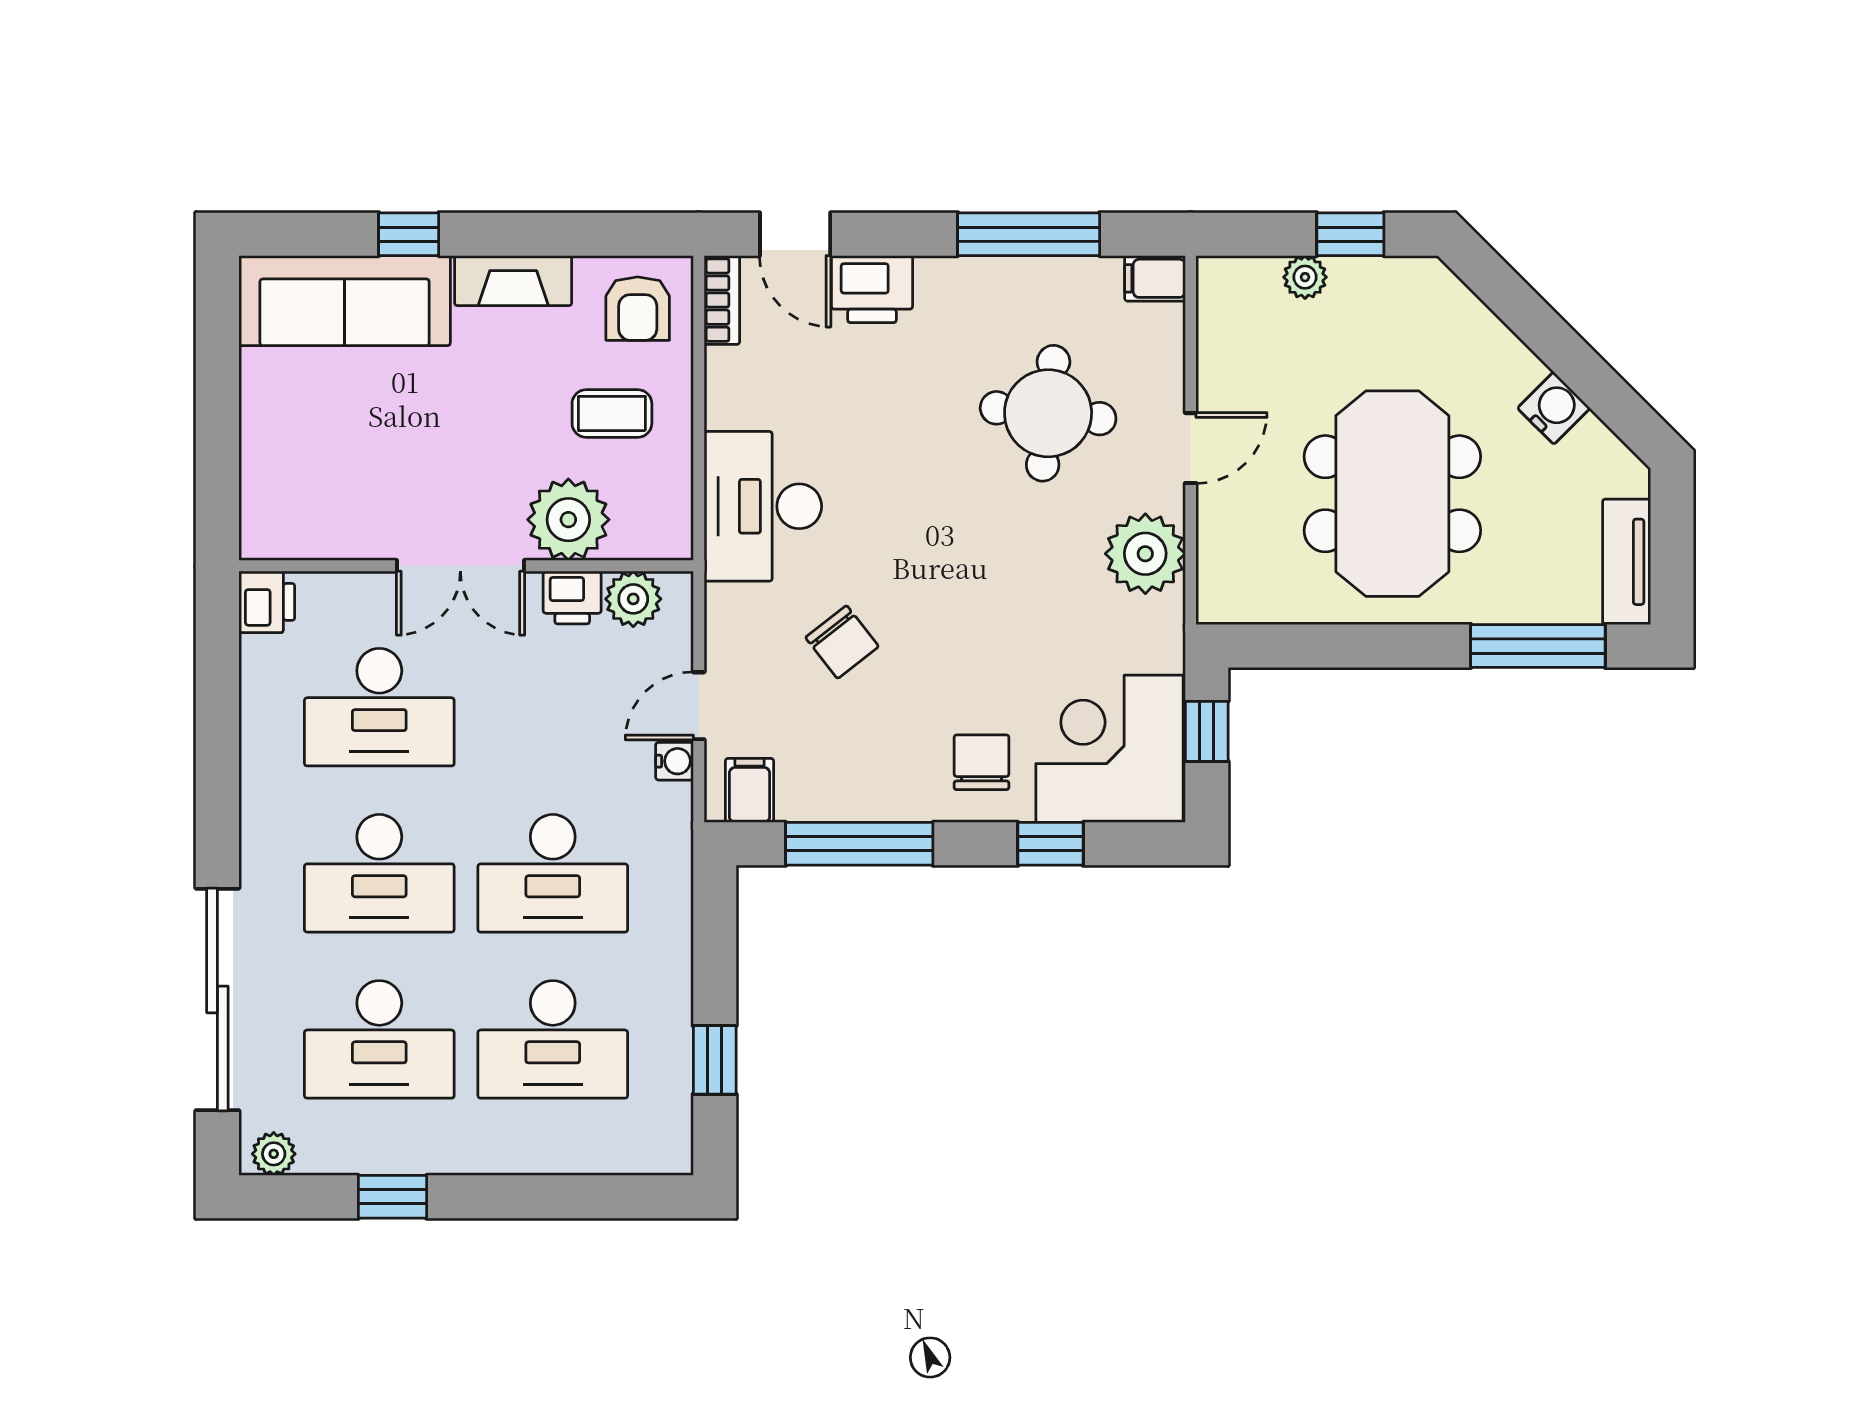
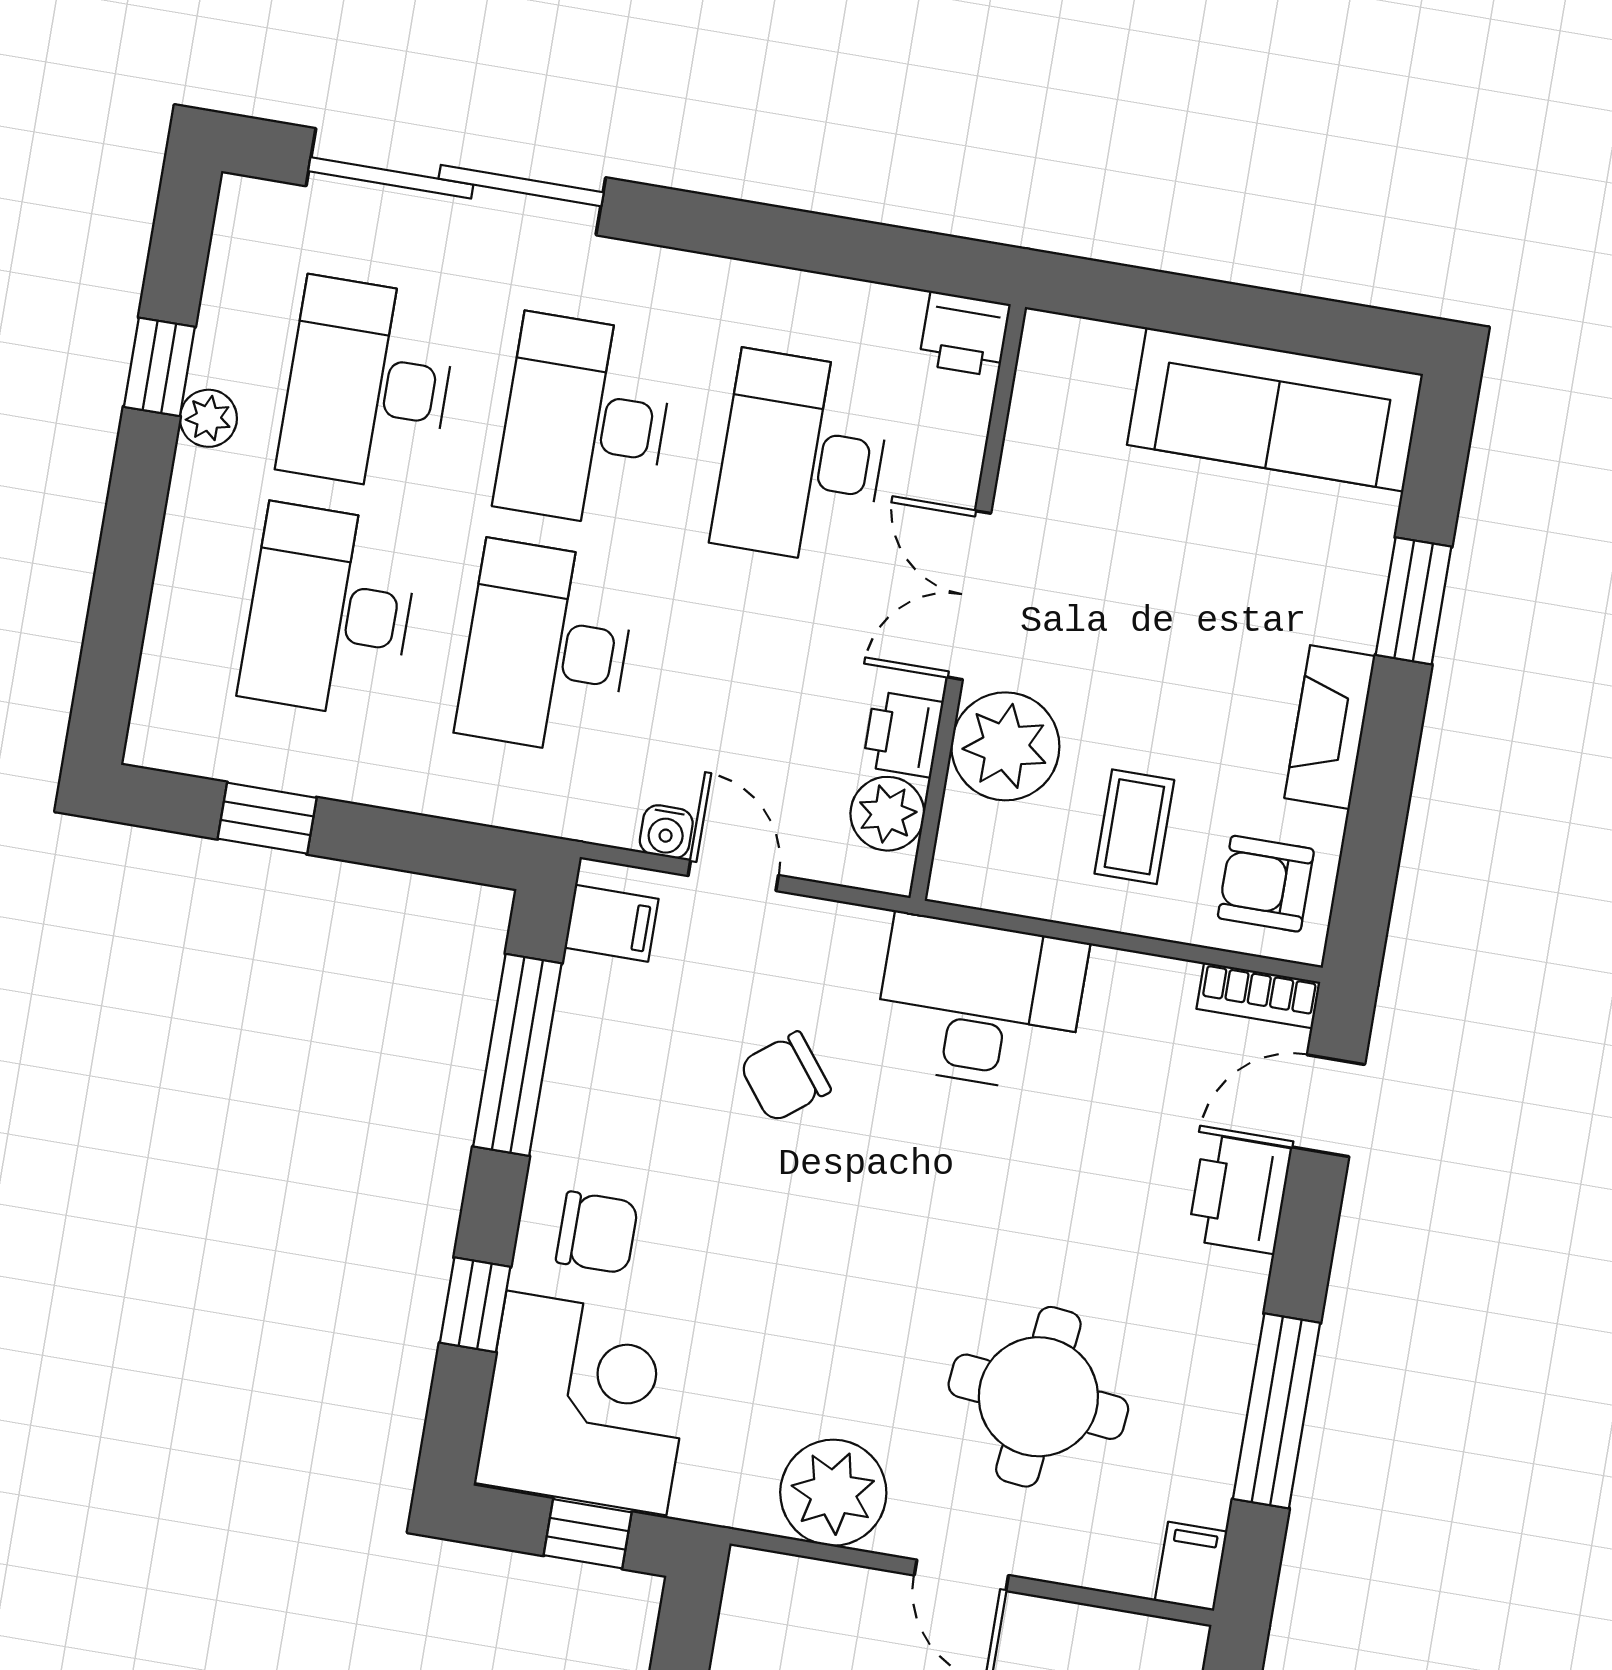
window: (409, 234) -> (1414, 601), width x1.50
sofa: (345, 301) -> (1275, 409), moved, turned -90
plant: (274, 1154) -> (208, 418), moved

